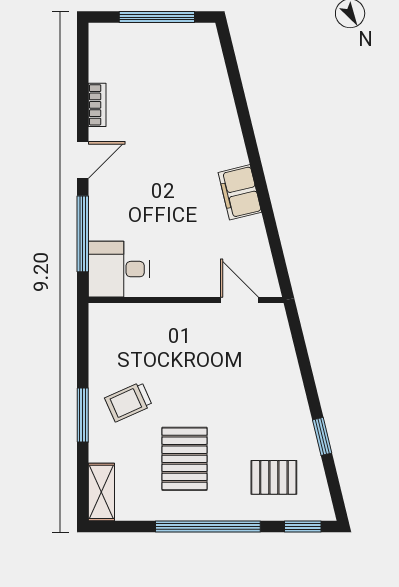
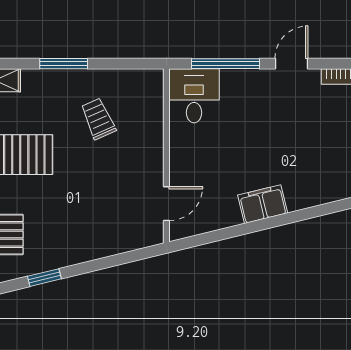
door: (83, 160) -> (291, 64), swing flipped
trolley: (128, 402) -> (98, 119), moved

